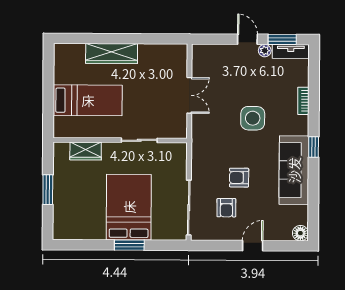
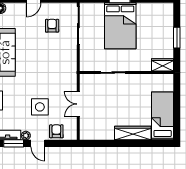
bed: (88, 100) -> (163, 116), moved, turned 90
side table: (253, 118) -> (40, 107), moved
wardrobe: (86, 151) -> (162, 65), moved
armchair: (239, 178) -> (56, 131), moved, turned -90

